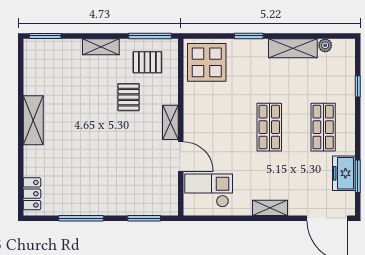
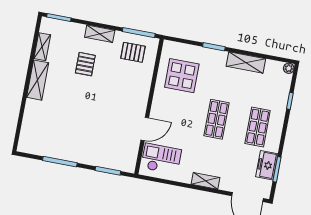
plant: (325, 45) -> (289, 68), moved
display table: (207, 62) -> (182, 76), moved
pallet: (129, 97) -> (85, 64), moved
shelving: (170, 122) -> (42, 47), moved
door: (181, 157) -> (145, 129), hinge flipped
locker: (32, 194) -> (26, 136), removed

